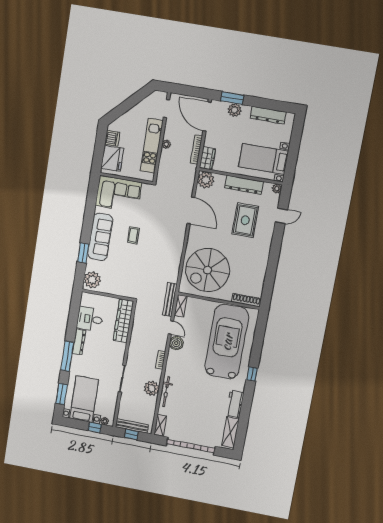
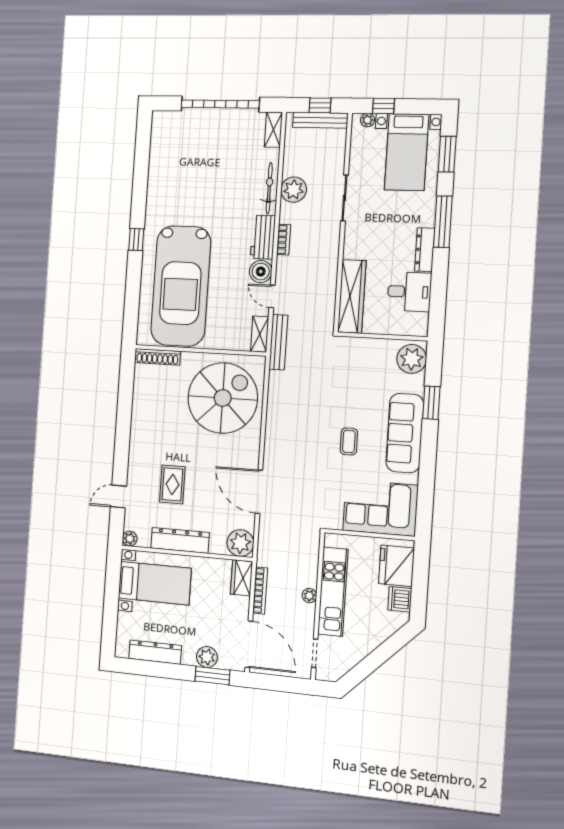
rug: (245, 220) -> (172, 484), width x0.73, depth x0.70
workbench: (235, 404) -> (263, 237), moved, turned 180
shelving: (230, 432) -> (160, 139), removed

